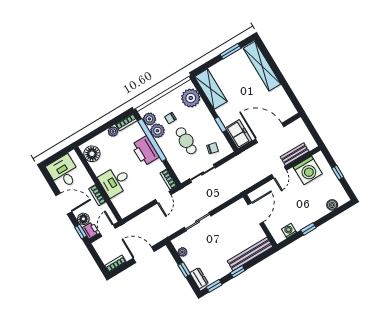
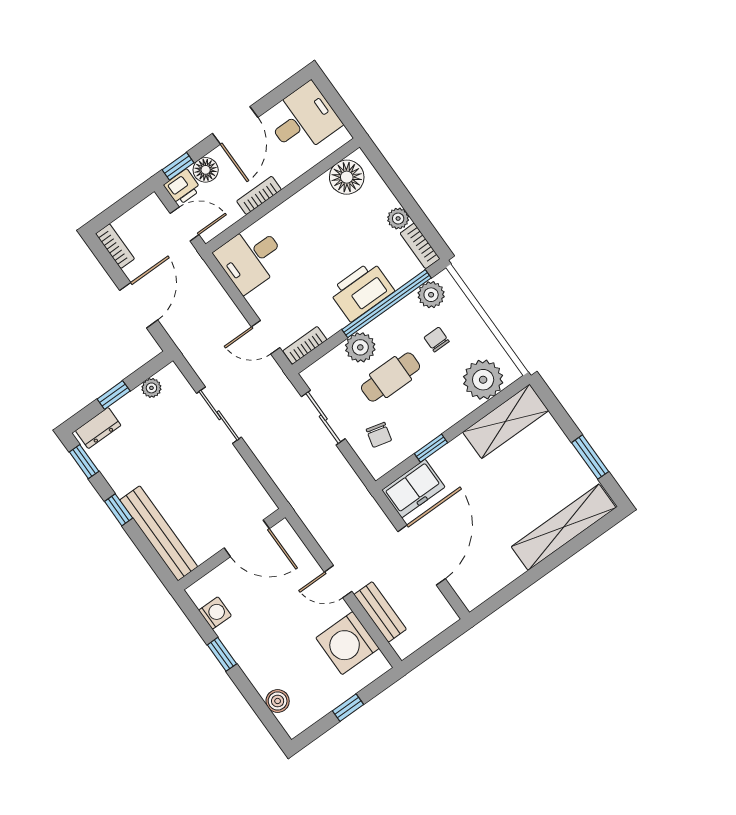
plant: (157, 131) -> (360, 347), moved
desk: (115, 181) -> (251, 258), moved, turned -90

